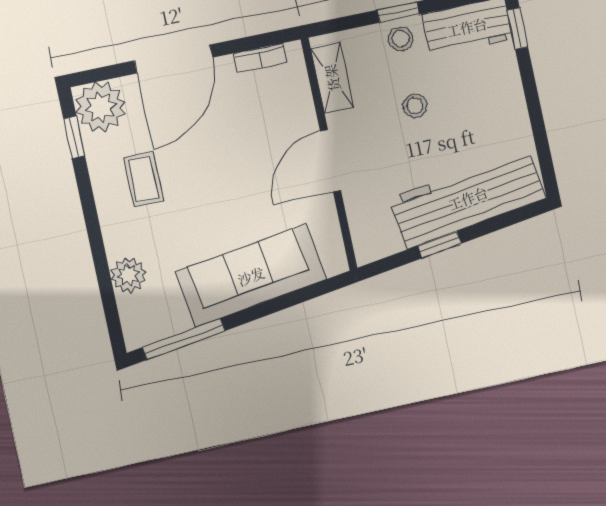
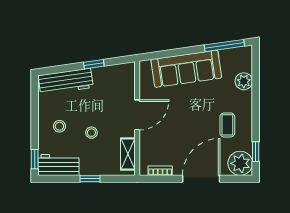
stool: (401, 39) -> (59, 126), moved
workbench: (468, 198) -> (66, 81), width x0.73, depth x0.76

